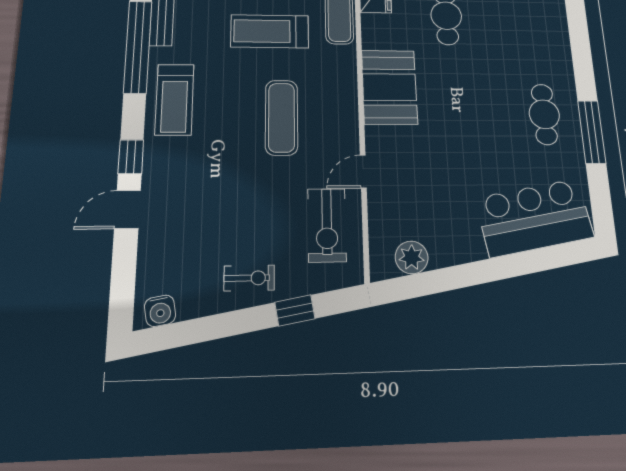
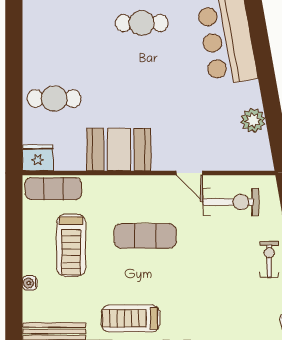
treadmill: (175, 100) -> (131, 318), turned 180
plant: (412, 257) -> (253, 120), moved

